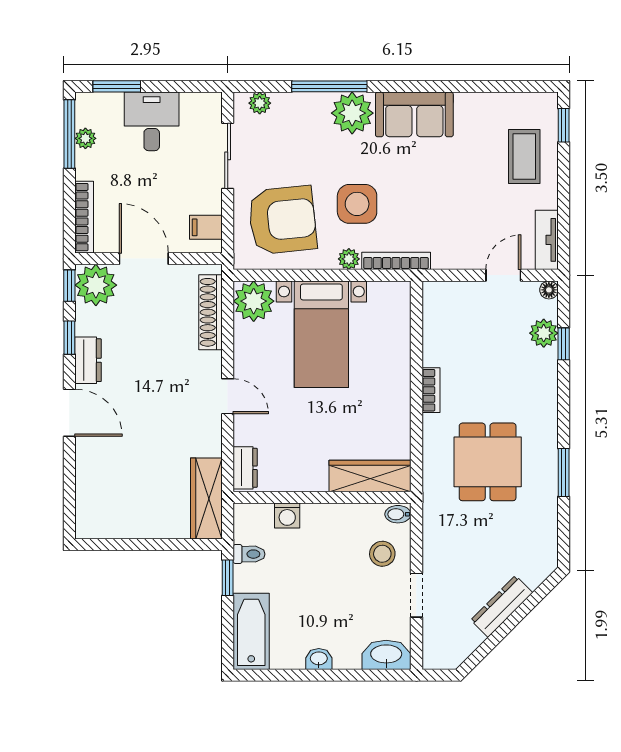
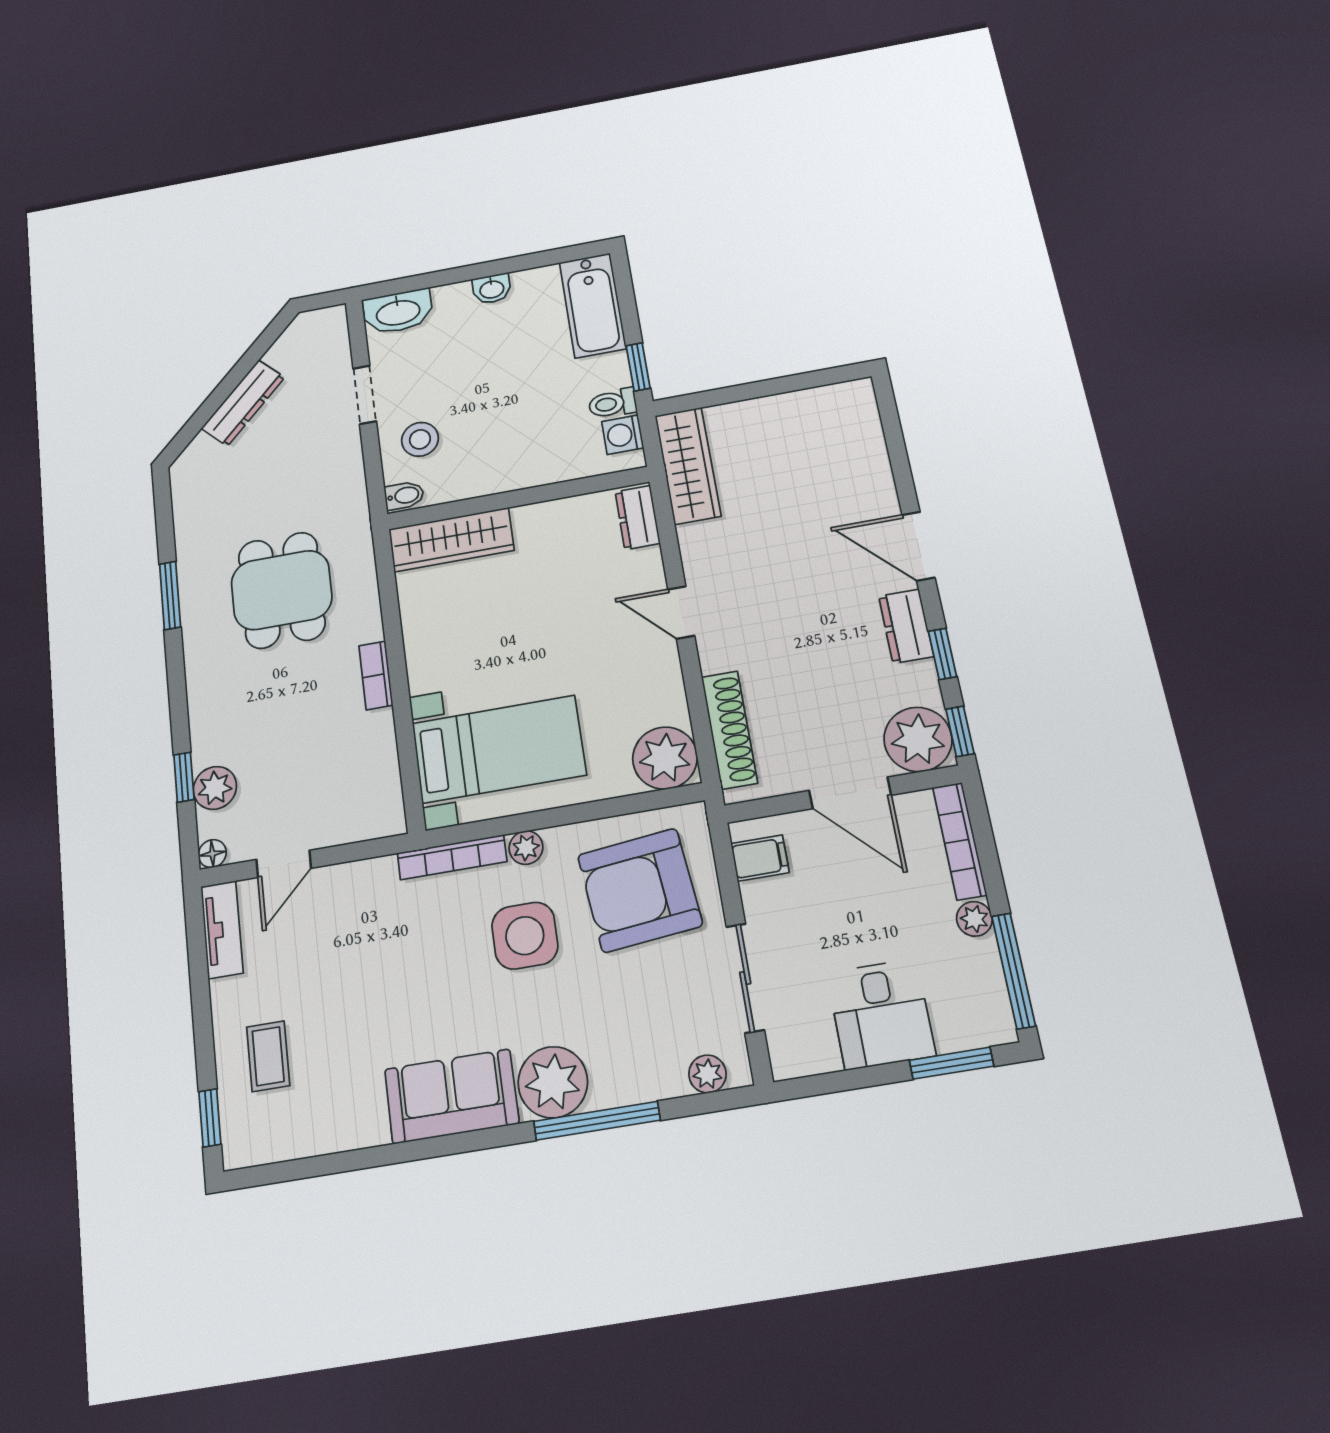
plant: (85, 138) -> (974, 919), moved
coffee table: (524, 156) -> (268, 1056), width x0.73, depth x0.77
bed with nightstands: (321, 334) -> (499, 749), moved, turned 90
washing machine: (287, 515) -> (623, 435), moved, turned -90

